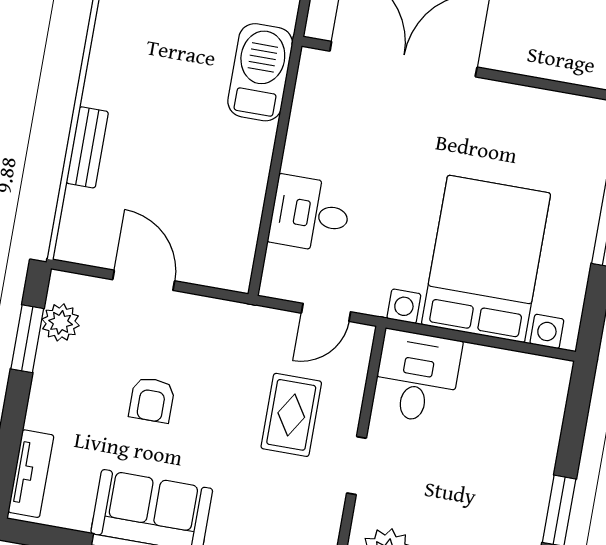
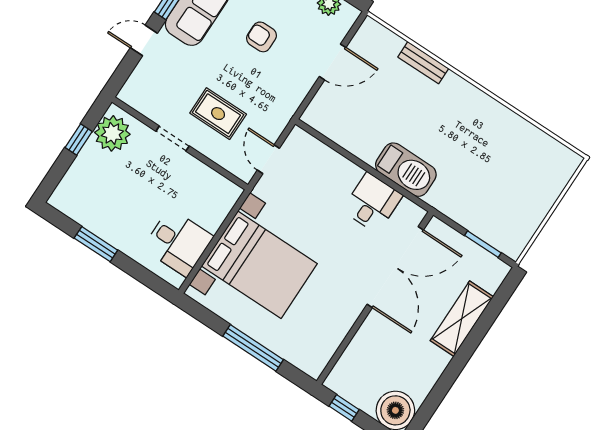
barbecue: (260, 72) -> (406, 170), moved
desk: (310, 214) -> (372, 203), moved
desk: (417, 377) -> (178, 242), moved

